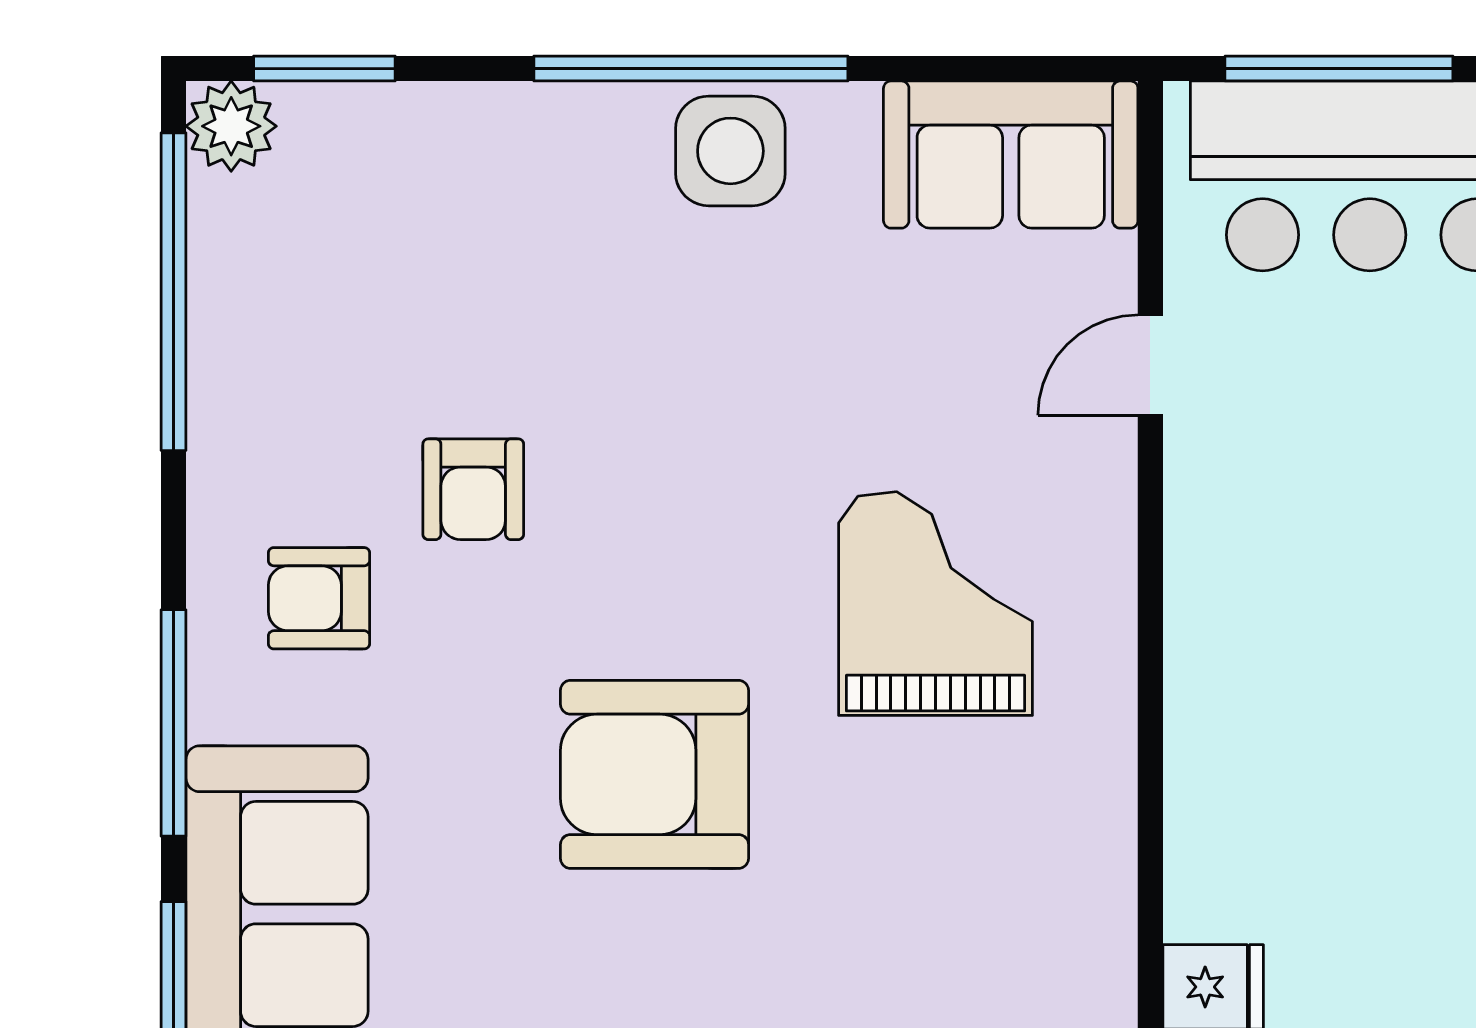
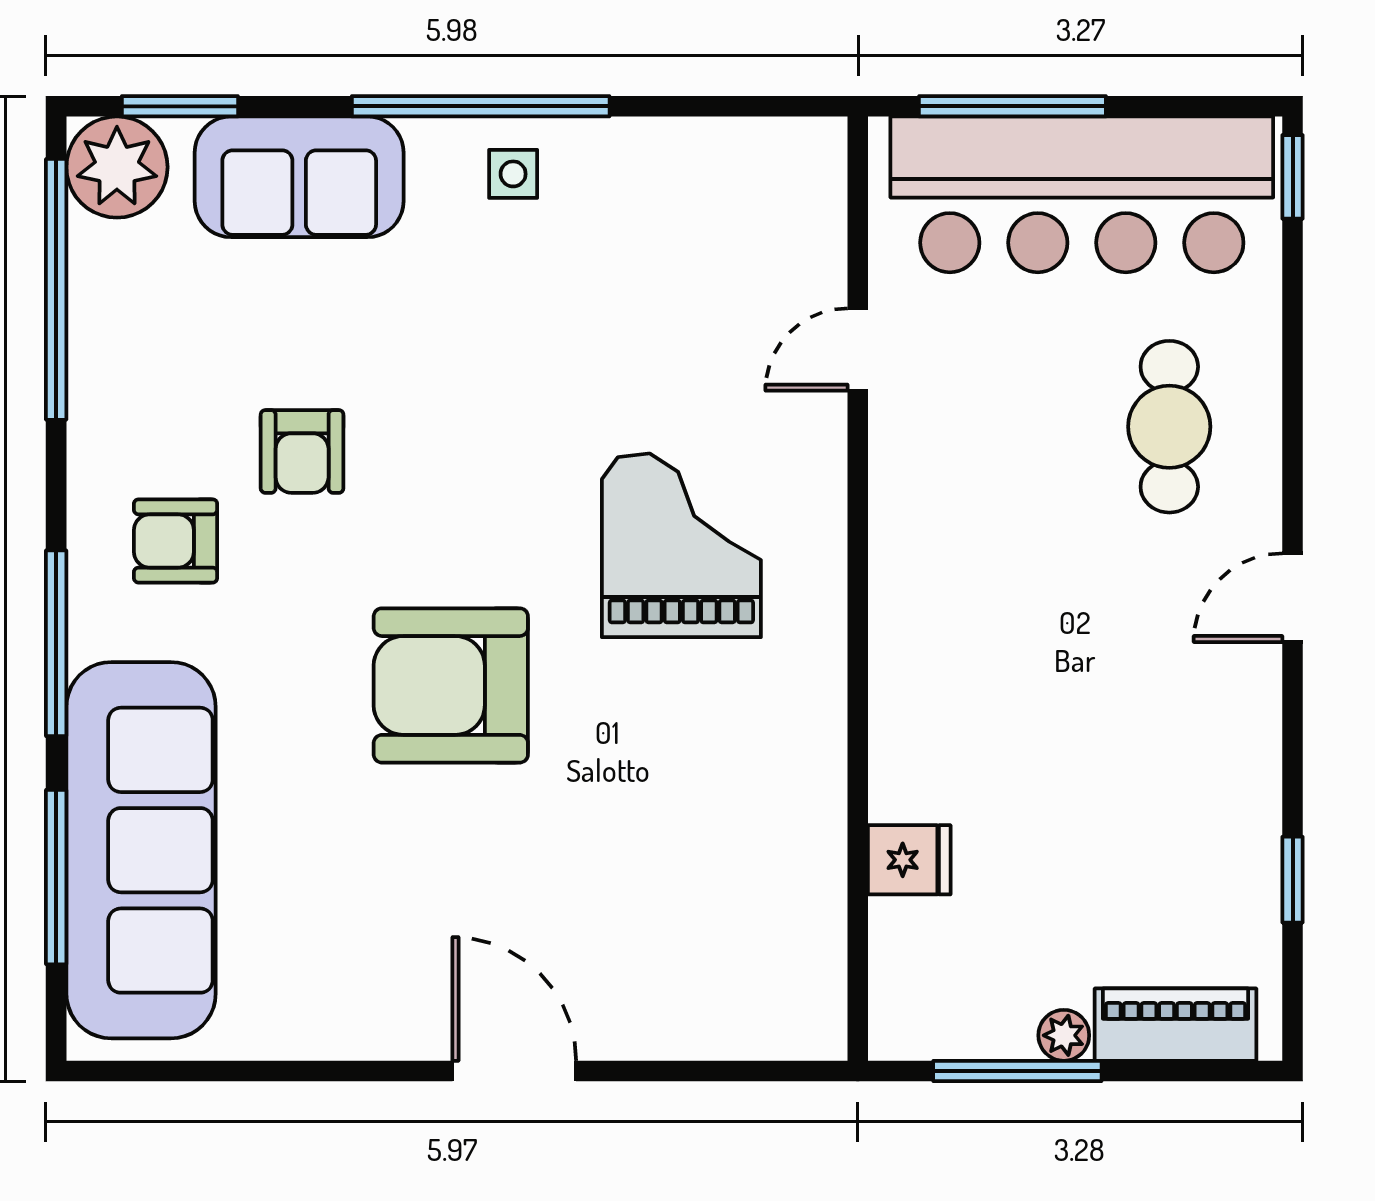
plant: (231, 126) -> (117, 167), width x1.36, depth x1.36
side table: (730, 151) -> (513, 174), width x0.54, depth x0.54
sofa: (1011, 155) -> (299, 177), moved

